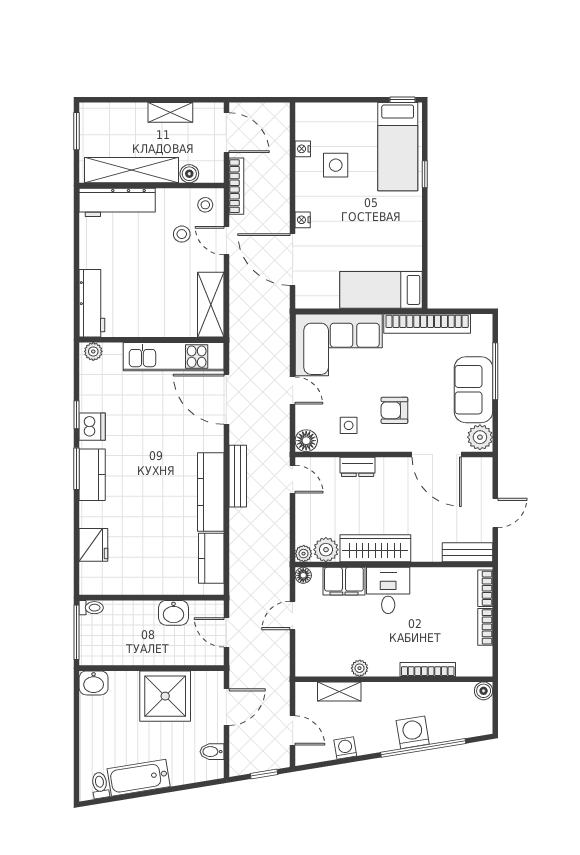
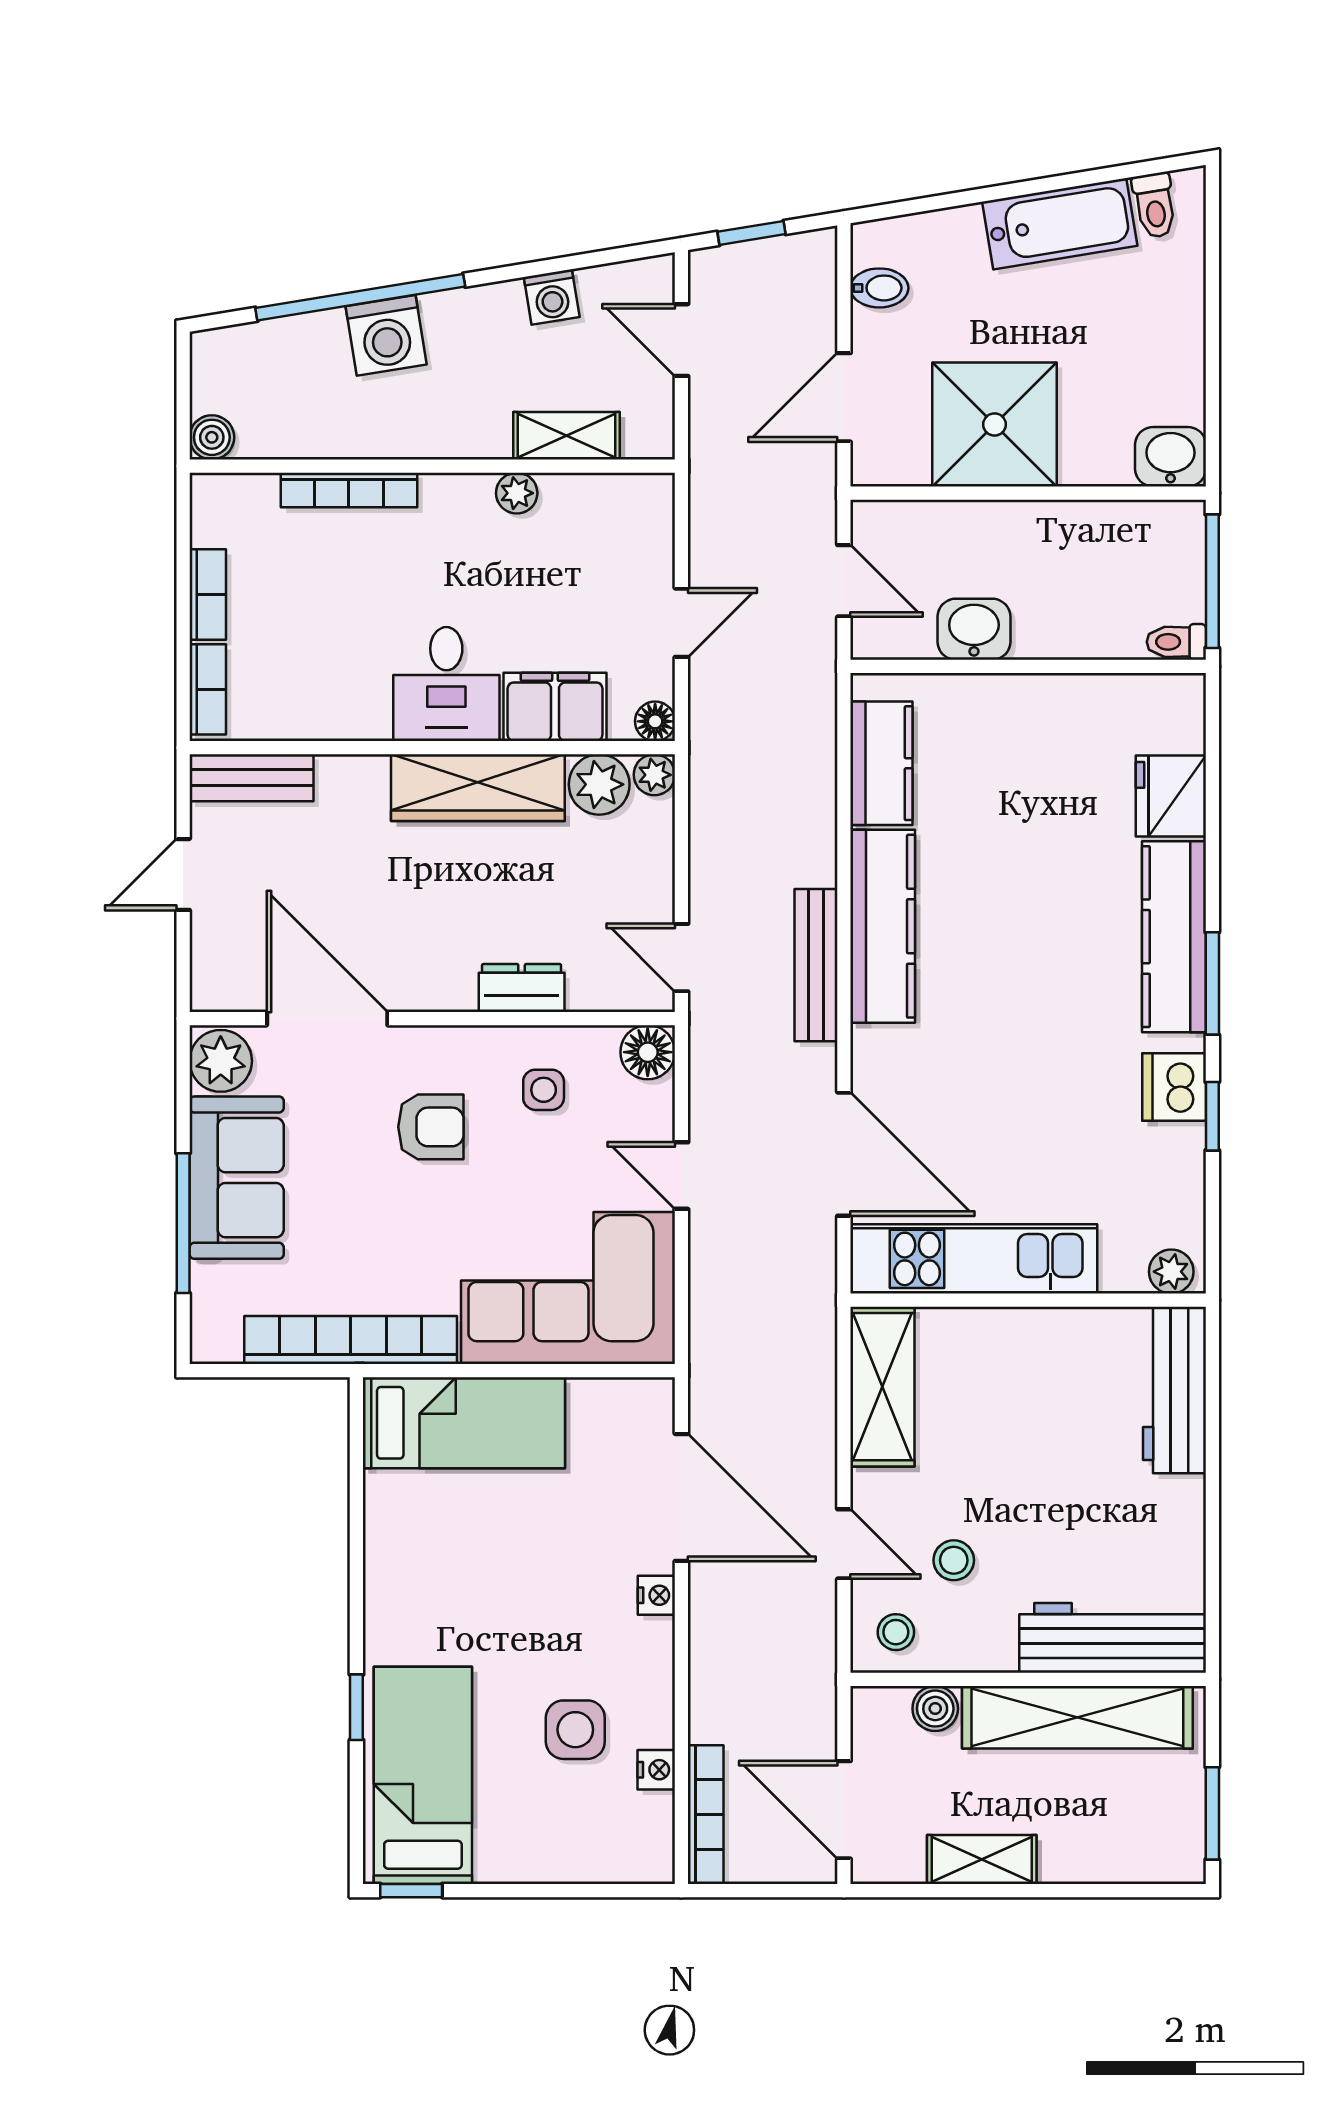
bookcase: (236, 186) -> (706, 1815), moved, turned 180
kitchen counter: (92, 475) -> (1174, 937), width x1.50

